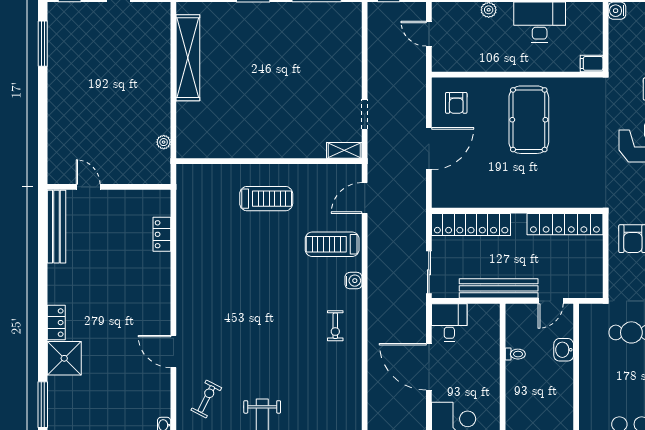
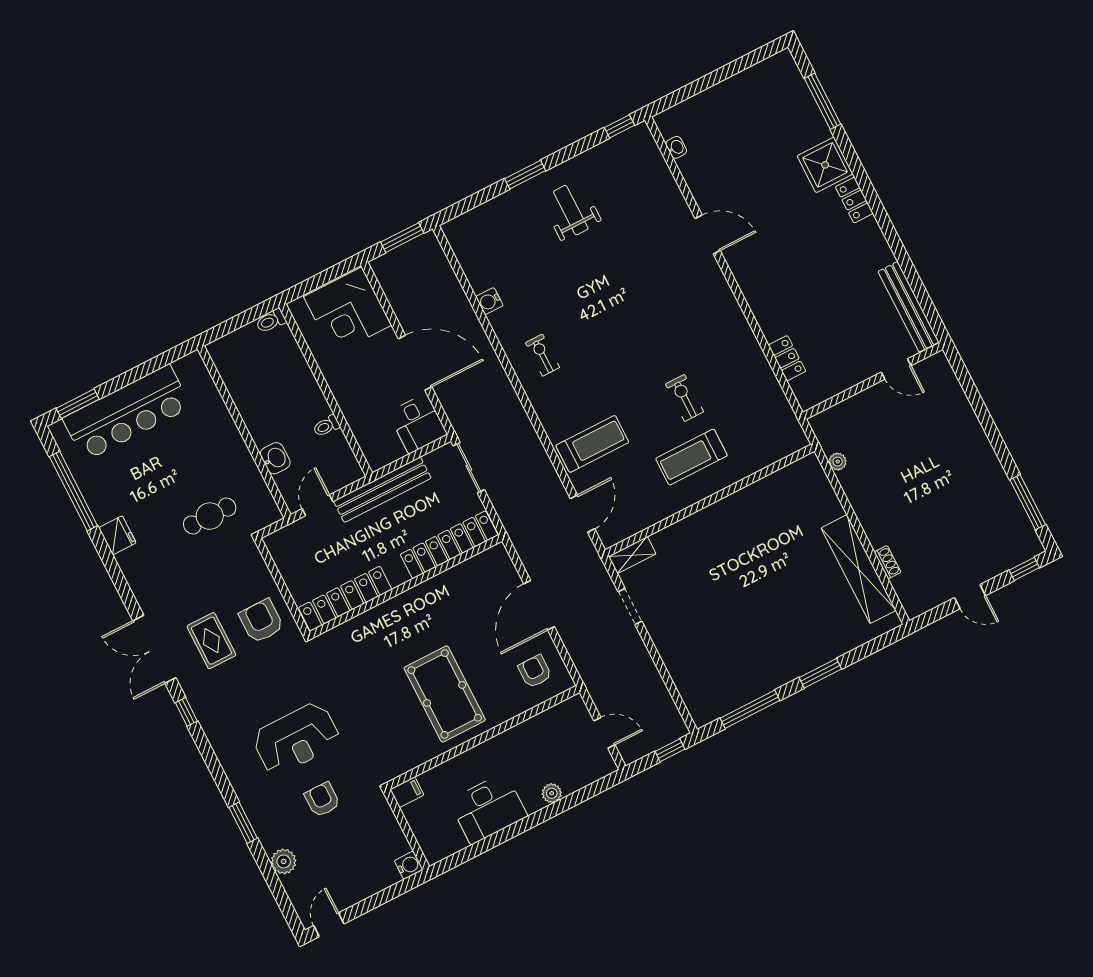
shoe rack: (165, 52) -> (888, 562), added
water cooler: (353, 281) -> (489, 301), moved
exercise bike: (206, 399) -> (684, 398), moved, turned 153

